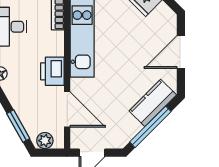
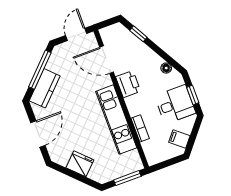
window: (18, 126) -> (138, 34), width x0.67
plant: (45, 141) -> (115, 30), removed

